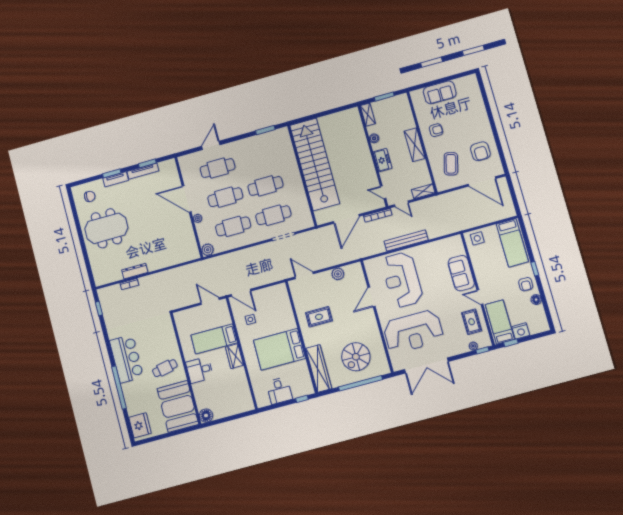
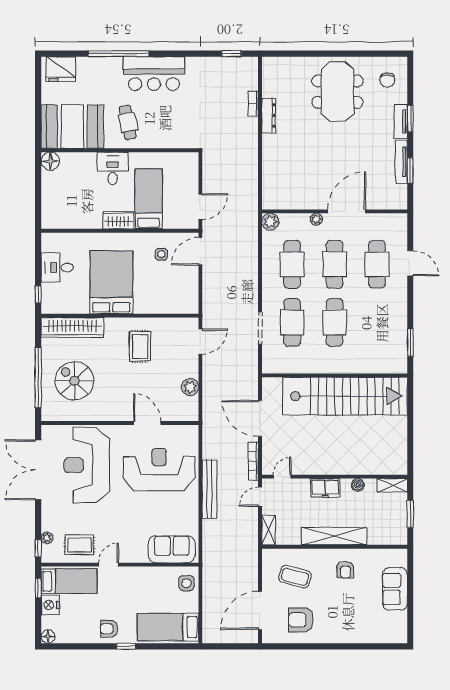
shelving: (415, 145) -> (334, 536), width x1.47
sofa: (461, 273) -> (172, 549), moved
floor lamp: (536, 300) -> (48, 637), moved

